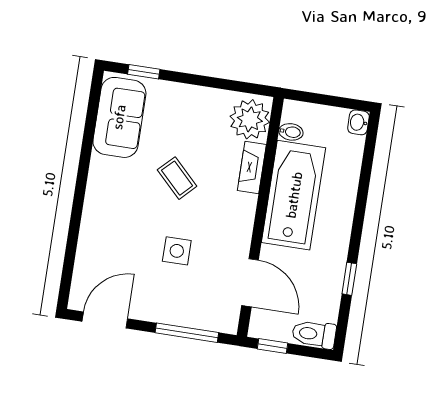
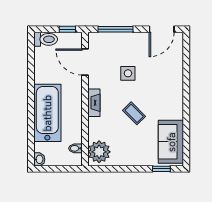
fireplace: (252, 168) -> (94, 103), moved
bathtub: (294, 195) -> (47, 113), moved, turned 180
window: (349, 279) -> (31, 73), removed

